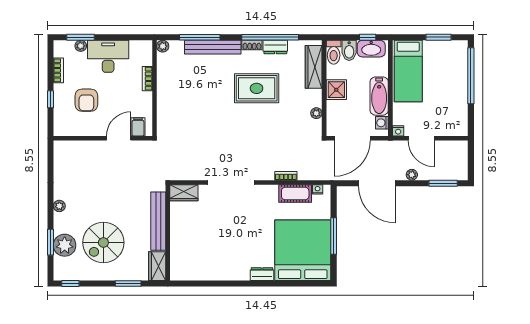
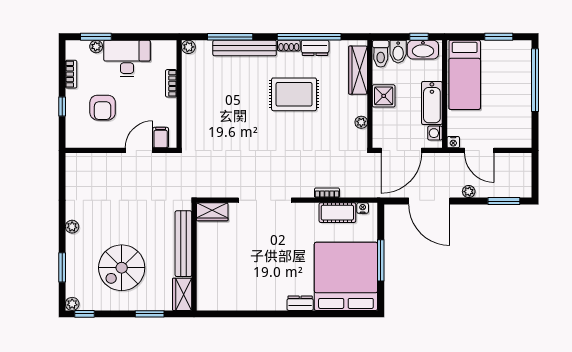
plant: (65, 245) -> (72, 304), moved, width x0.53, depth x0.53

